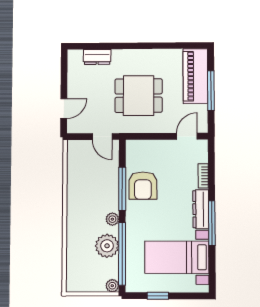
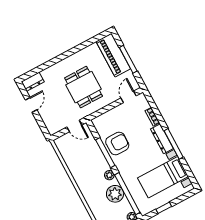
dresser: (97, 57) -> (33, 82), moved
dining table: (139, 96) -> (84, 87), turned 90
door: (64, 109) -> (31, 105), moved
armchair: (143, 186) -> (117, 143), turned -90

